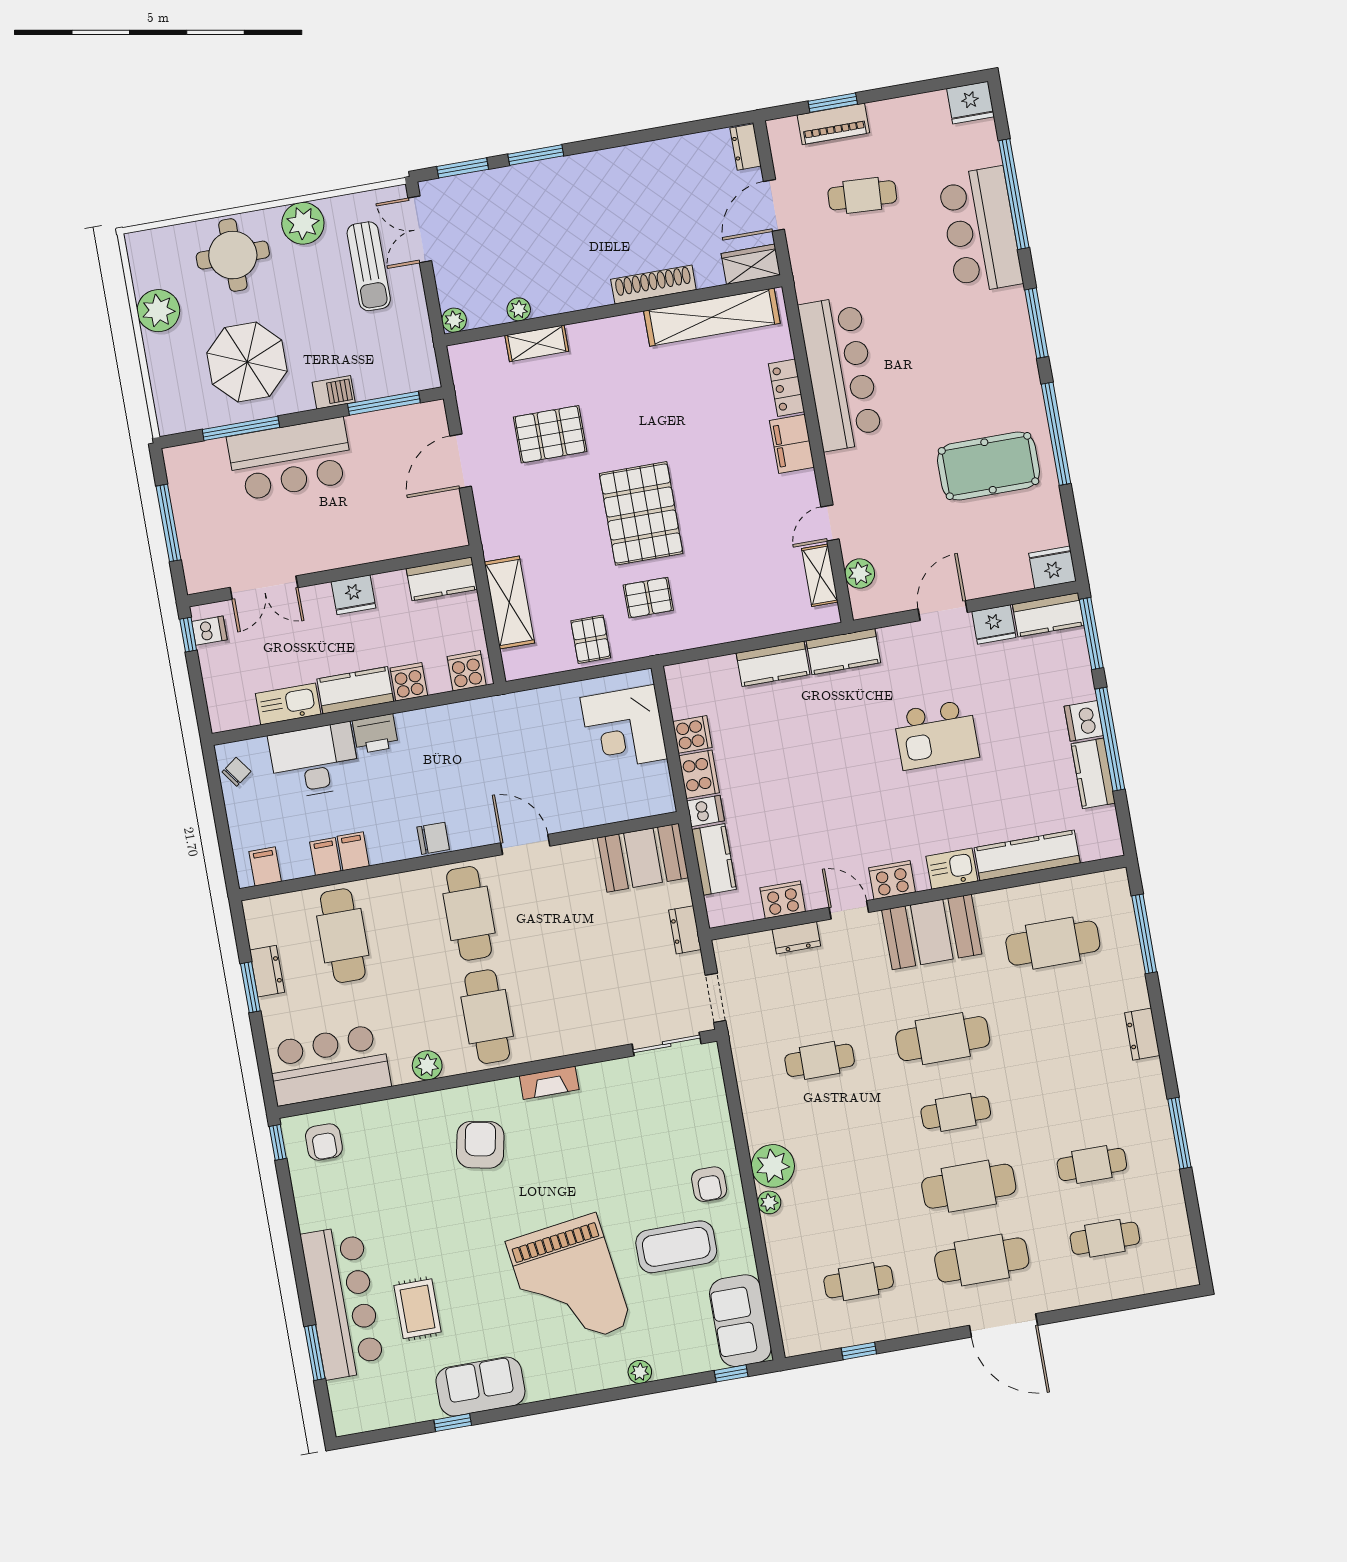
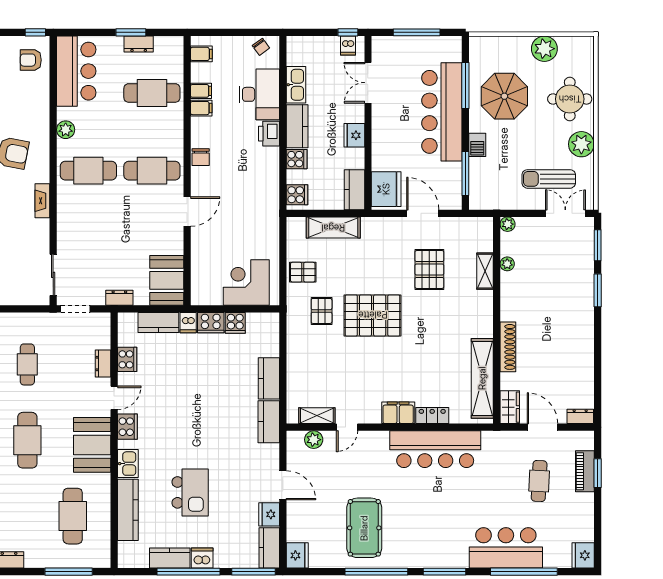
bar counter: (290, 459) -> (442, 112), width x1.36
door: (830, 523) -> (347, 427), swing flipped
fridge: (432, 527) -> (386, 189), added
kitchen island: (936, 735) -> (190, 492), moved, turned 180

